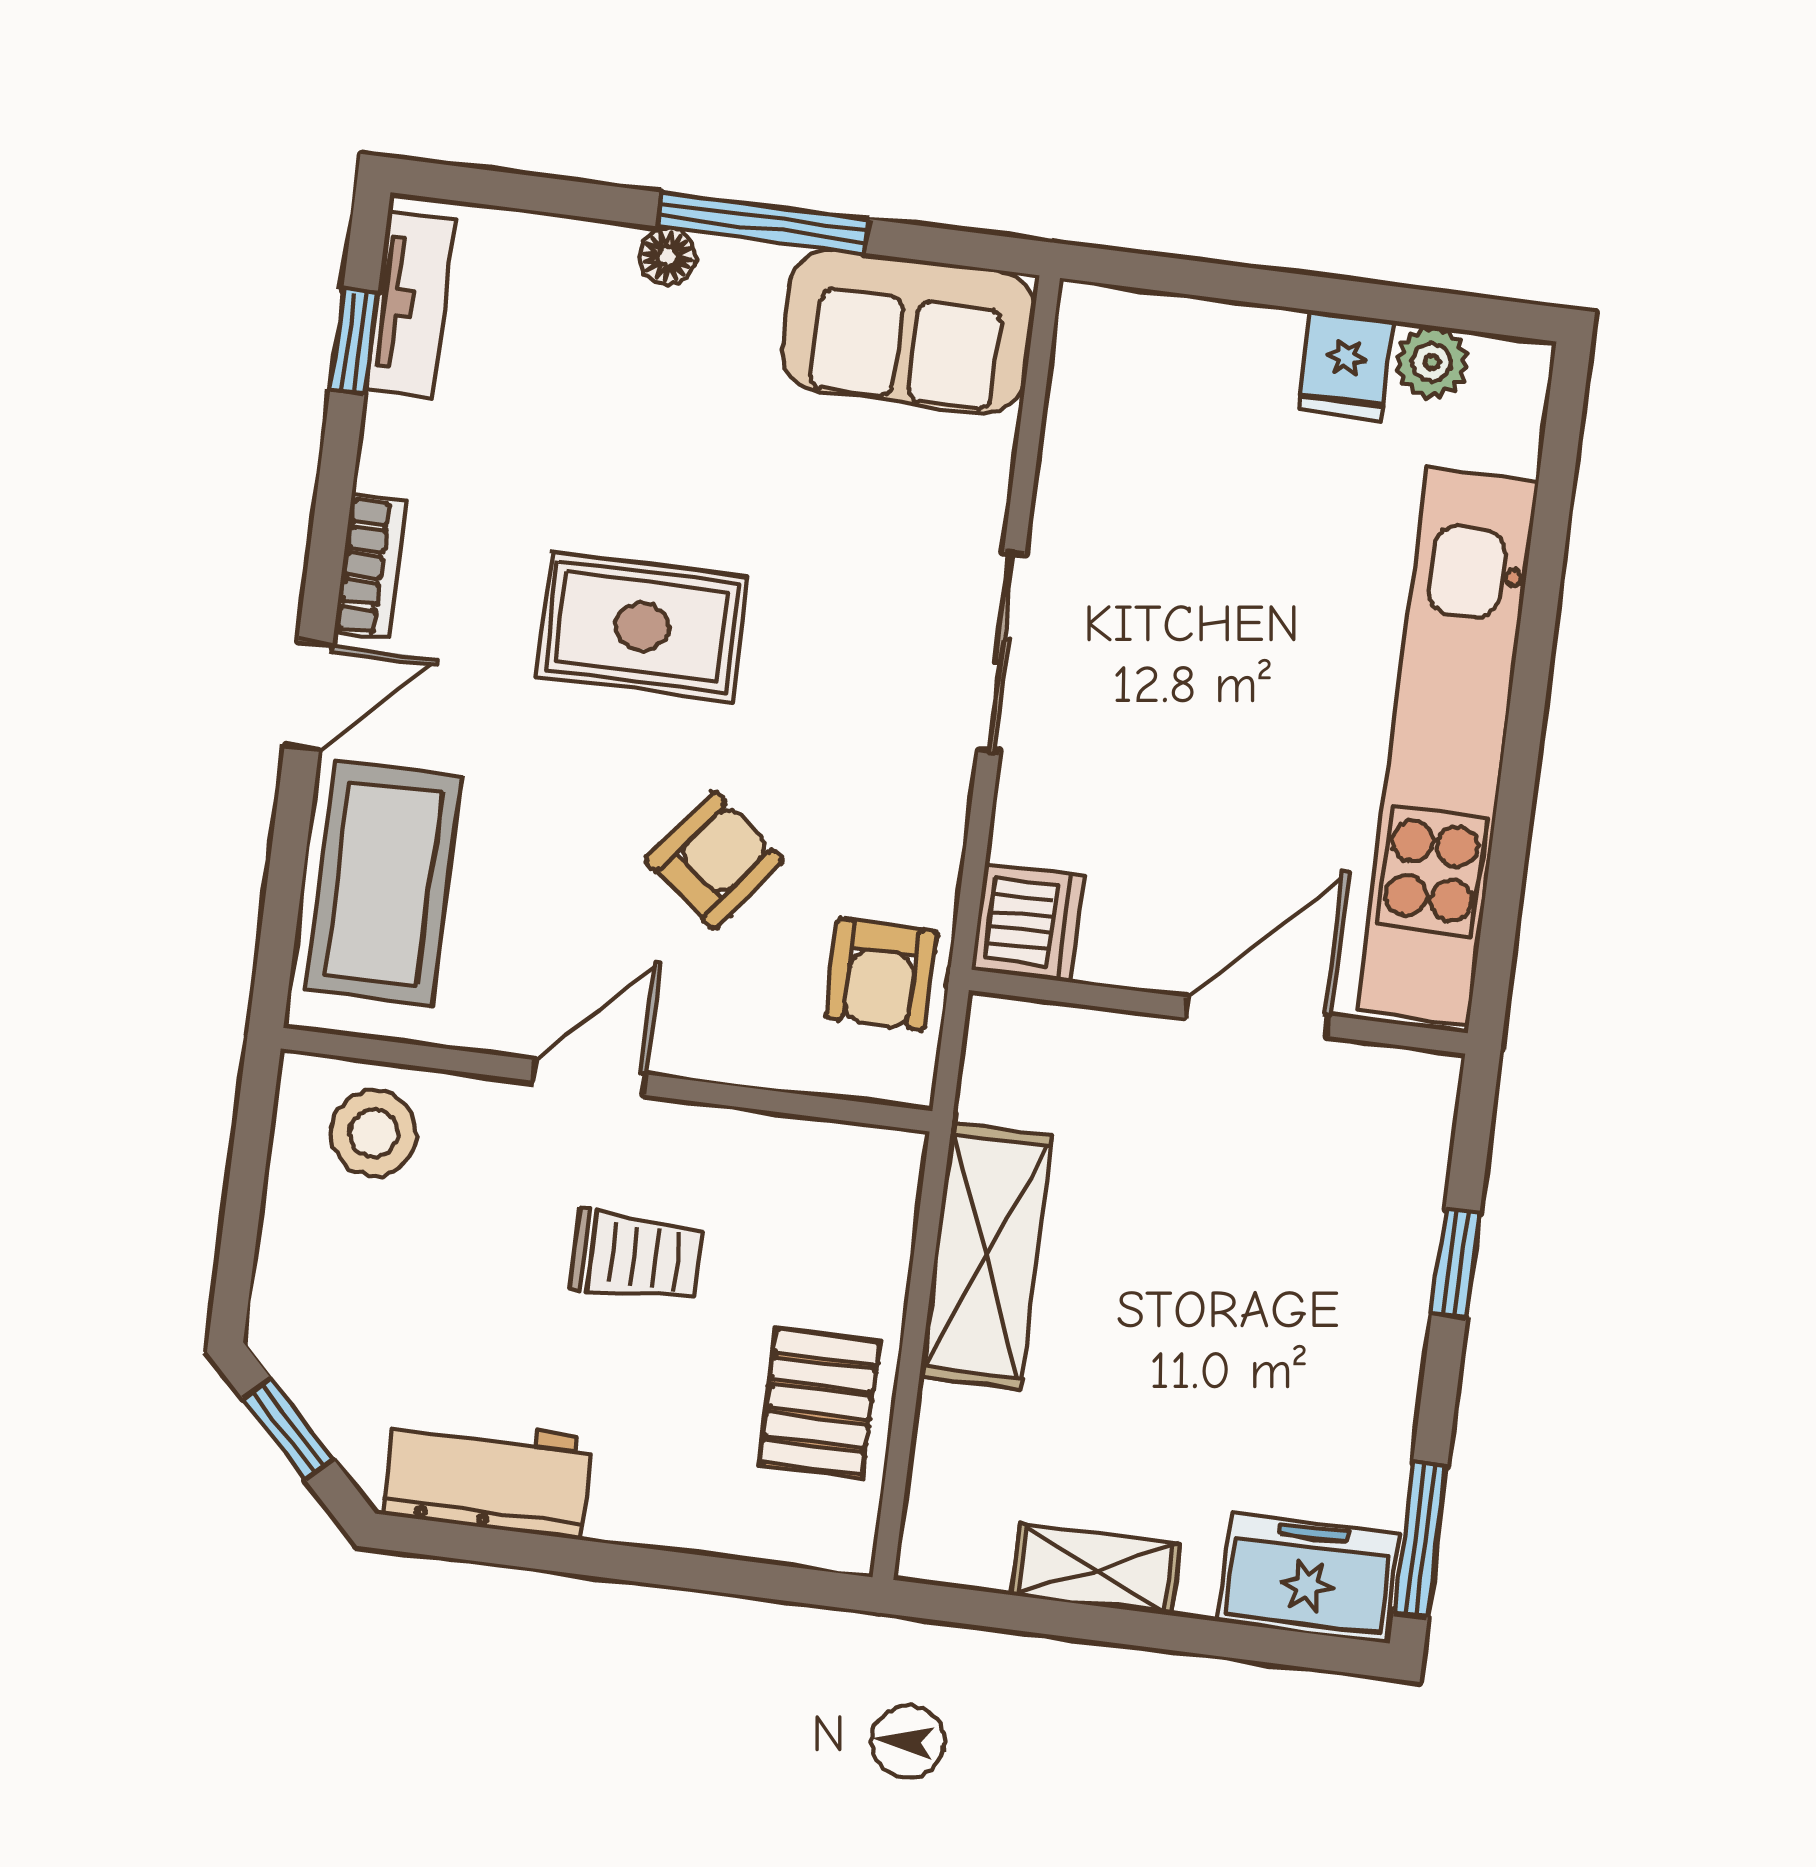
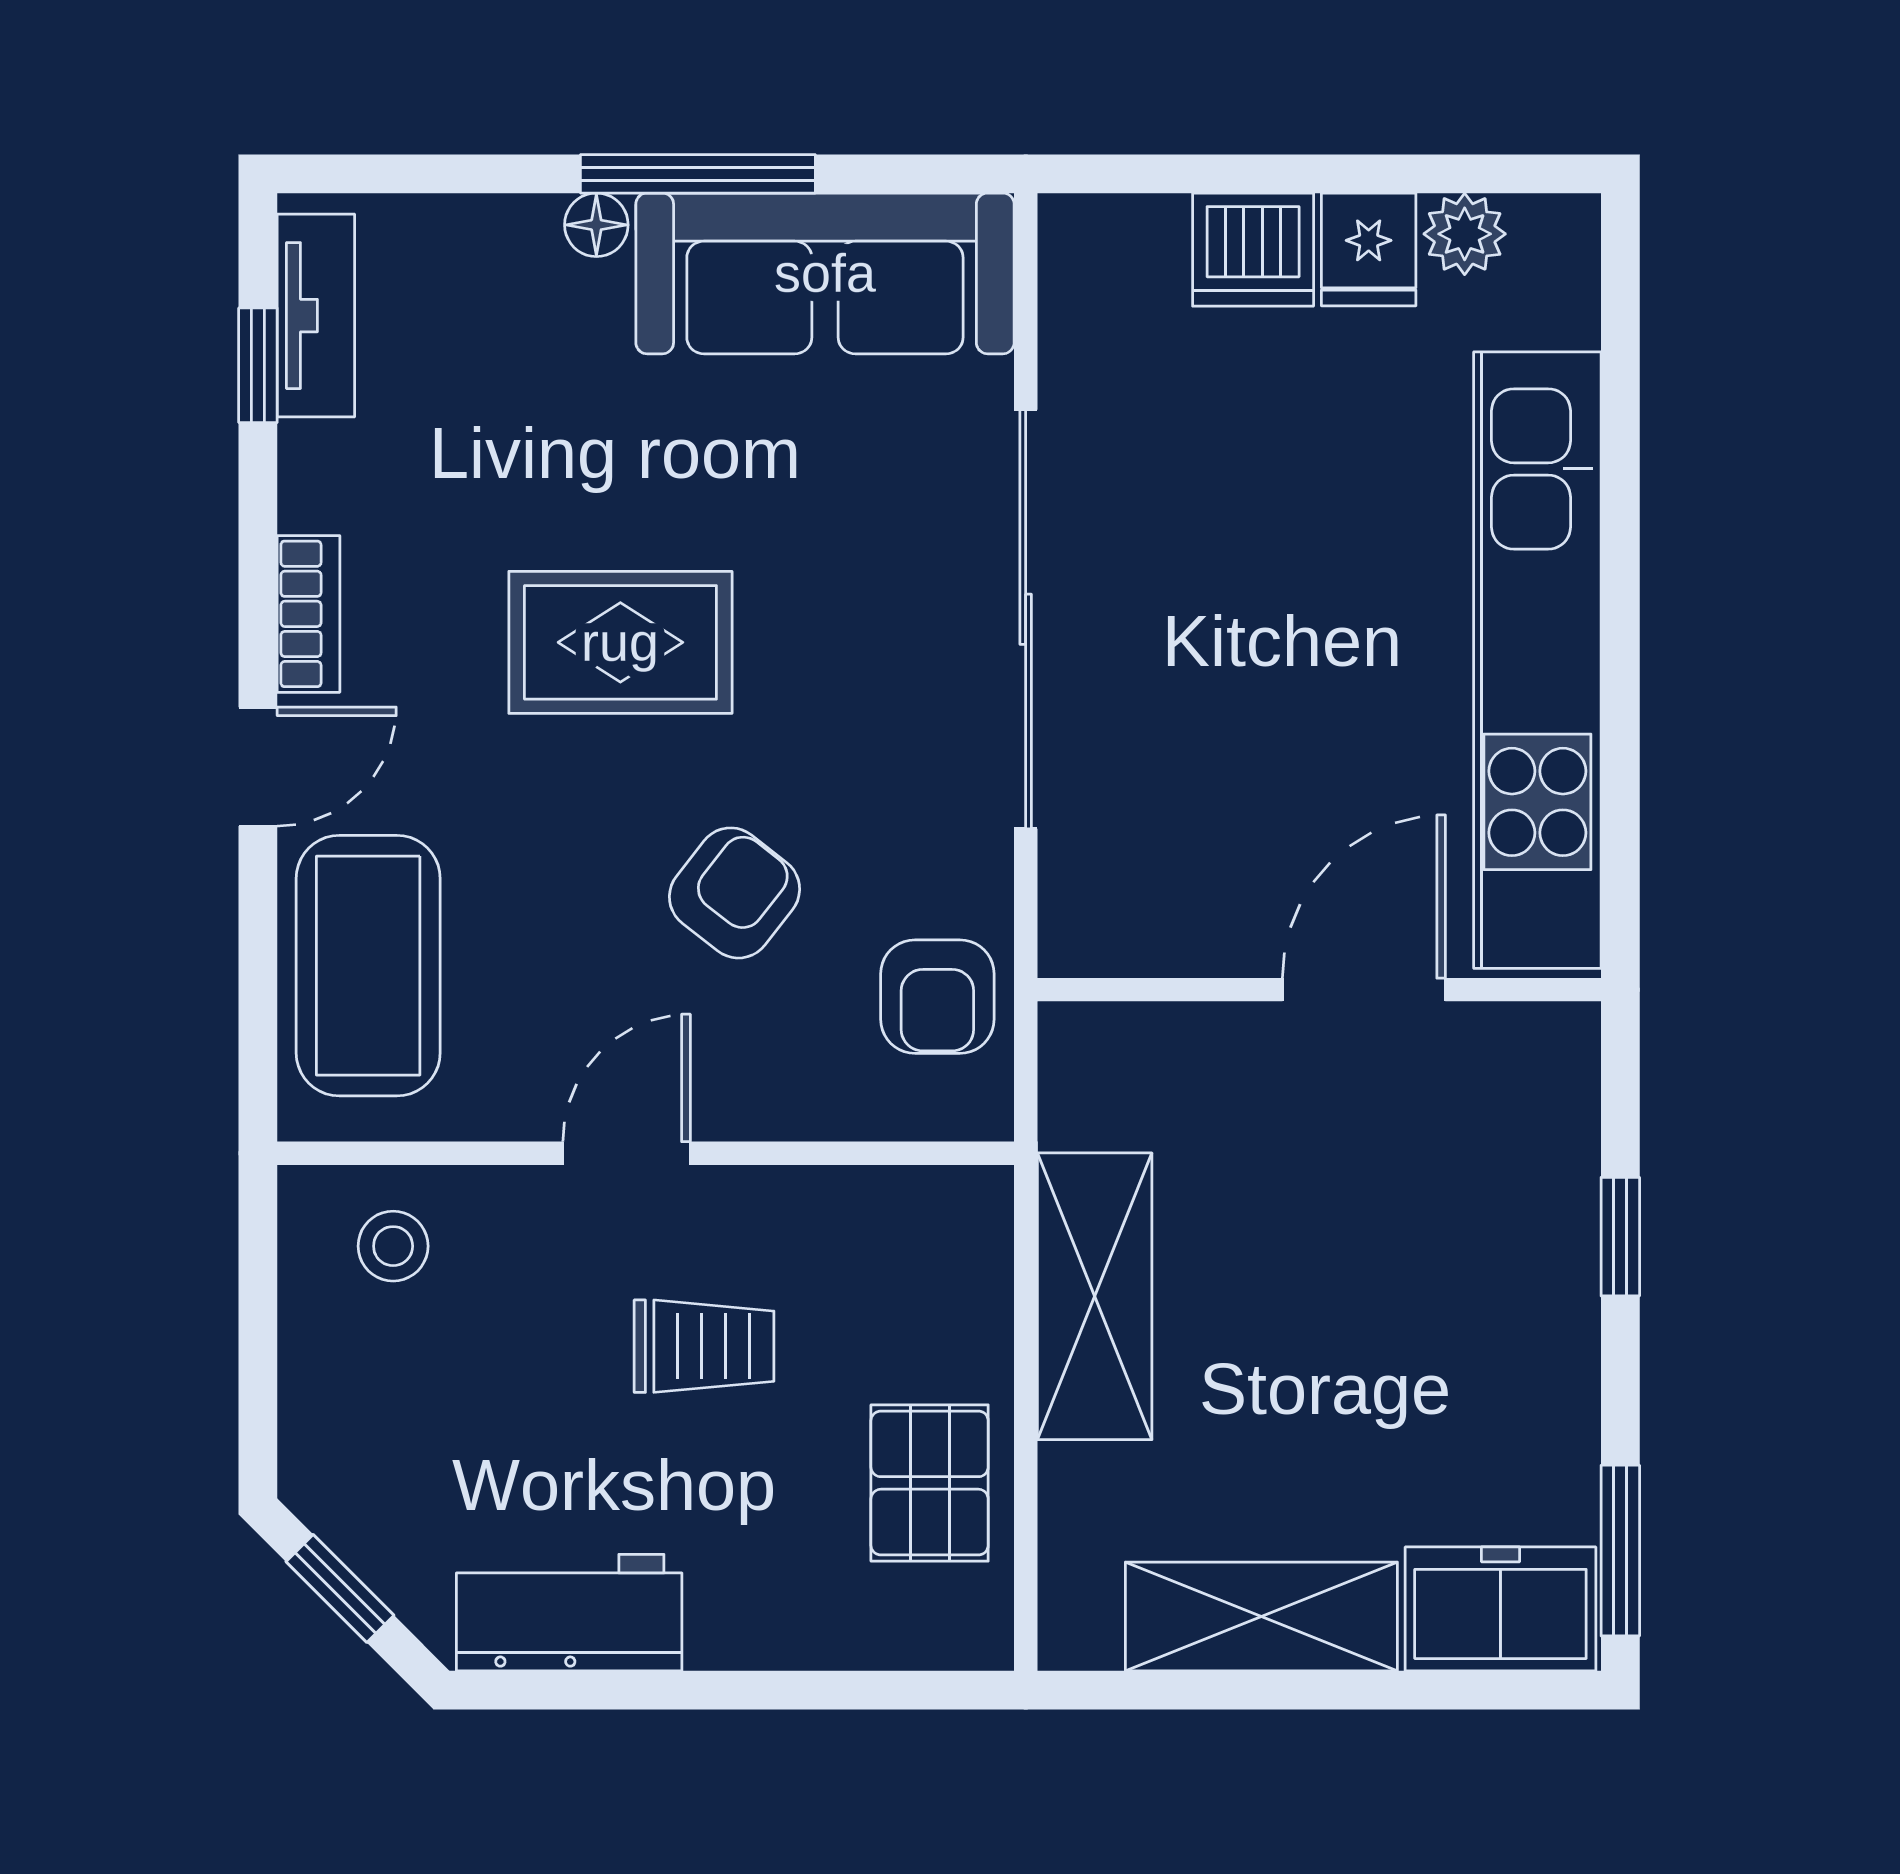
sofa: (908, 331) -> (825, 273), width x1.36
sliding door: (1002, 652) -> (1026, 619), width x1.86
dishwasher: (1028, 923) -> (1253, 250), moved, turned 90
stool: (374, 1133) -> (393, 1246), width x0.73, depth x0.73
shelving: (1095, 1569) -> (1261, 1616), width x1.50, depth x1.33

